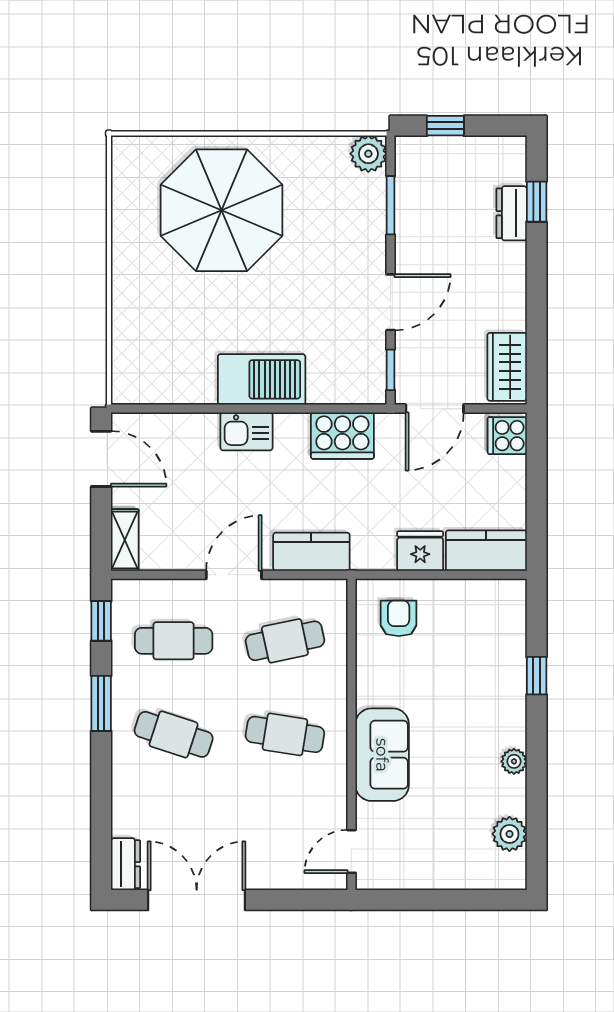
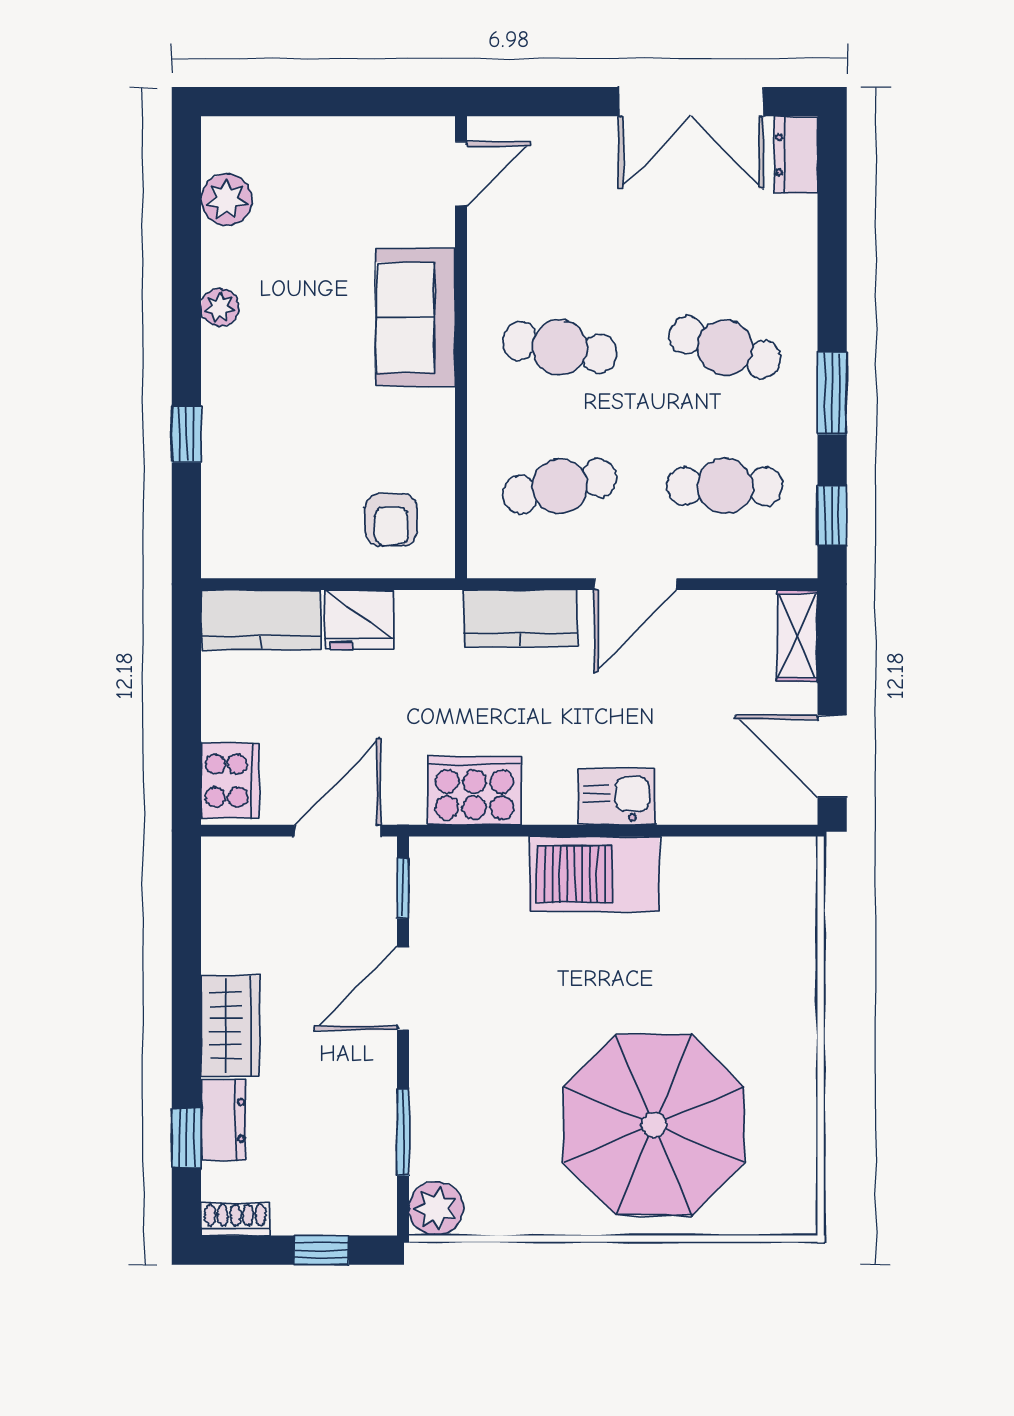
shoe rack: (504, 147) -> (235, 1219), added
wardrobe: (507, 367) -> (230, 1026), moved
cooker: (507, 436) -> (230, 781), width x1.36

